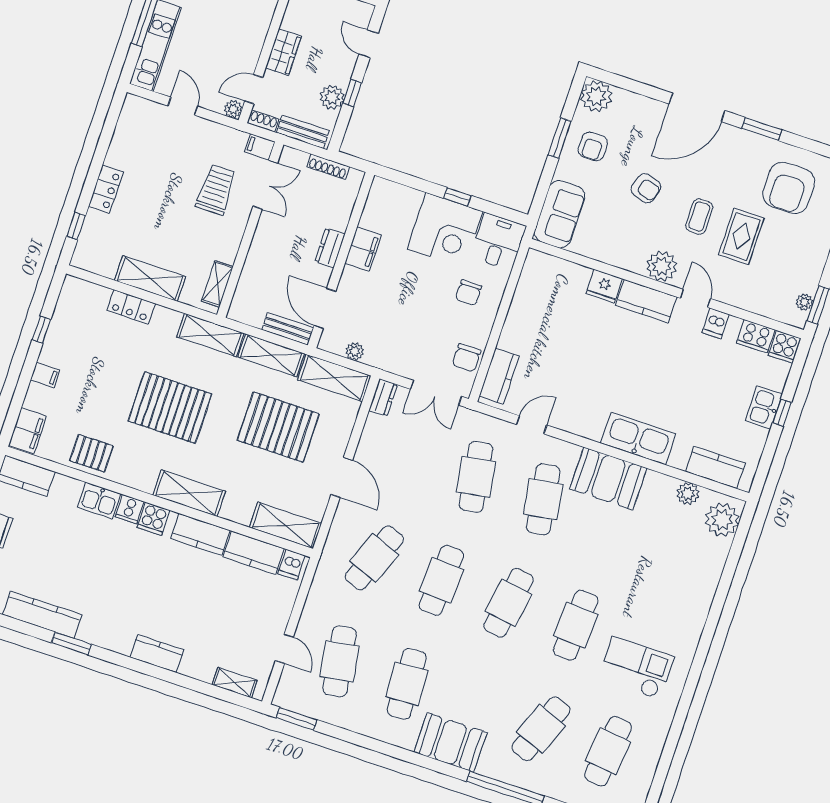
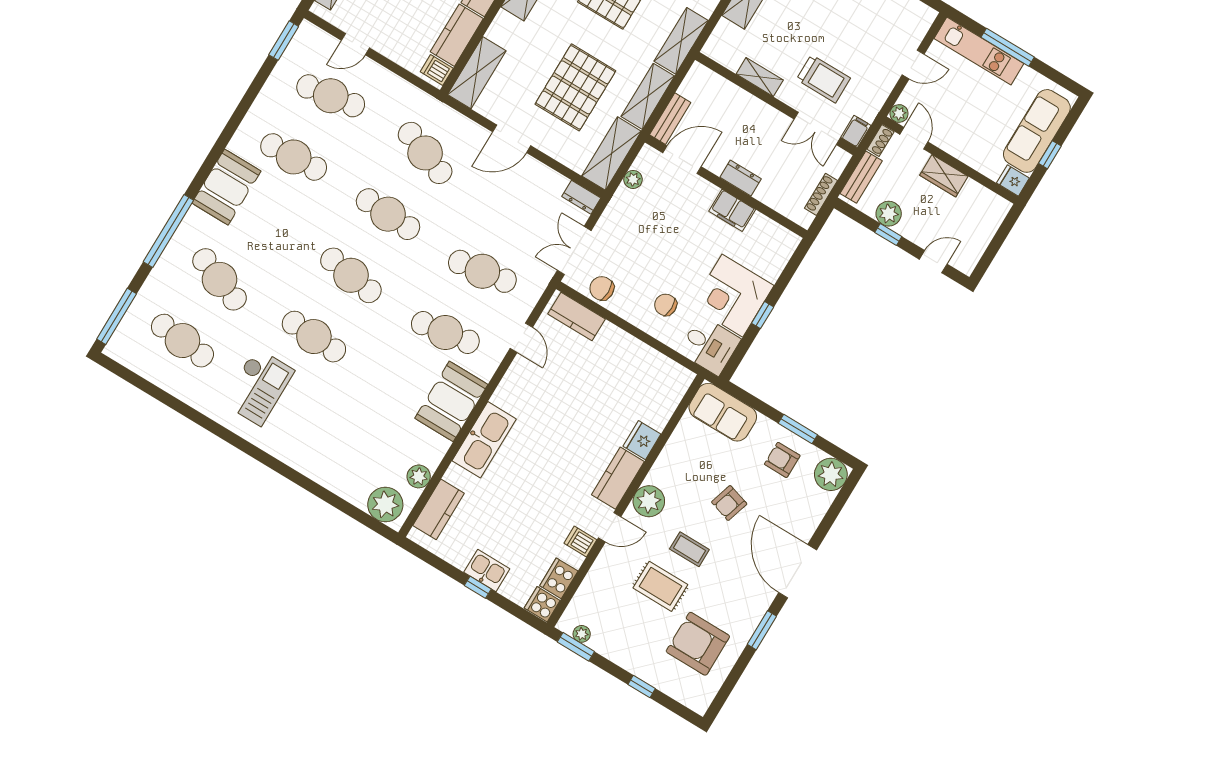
shelving: (217, 284) -> (760, 77), moved

